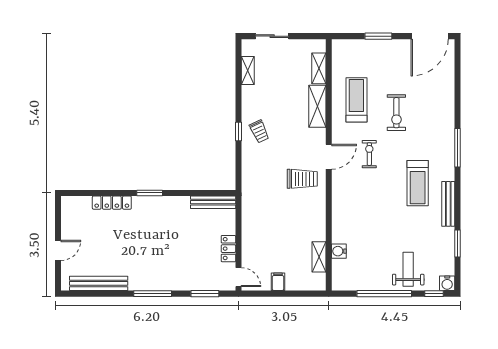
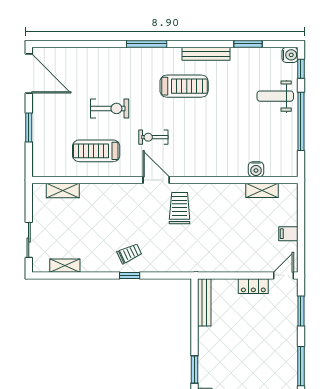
shelving: (317, 106) -> (103, 192), removed

